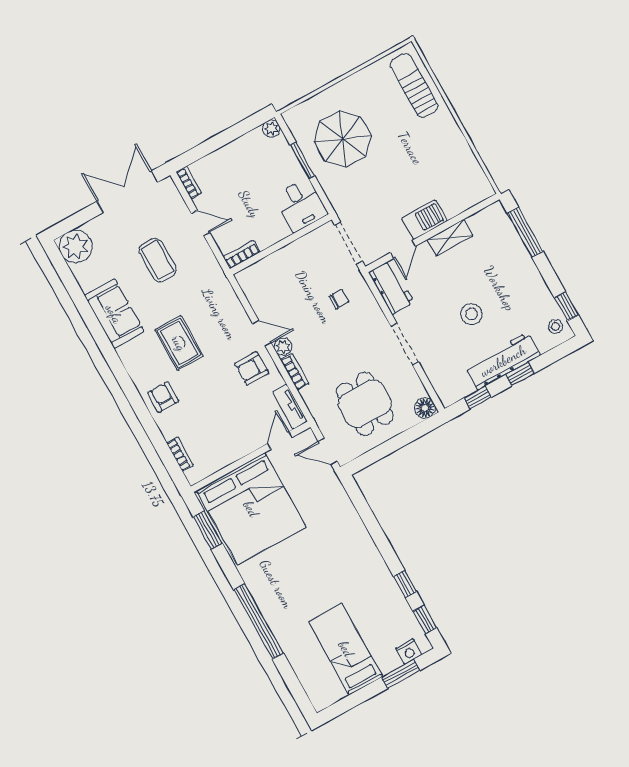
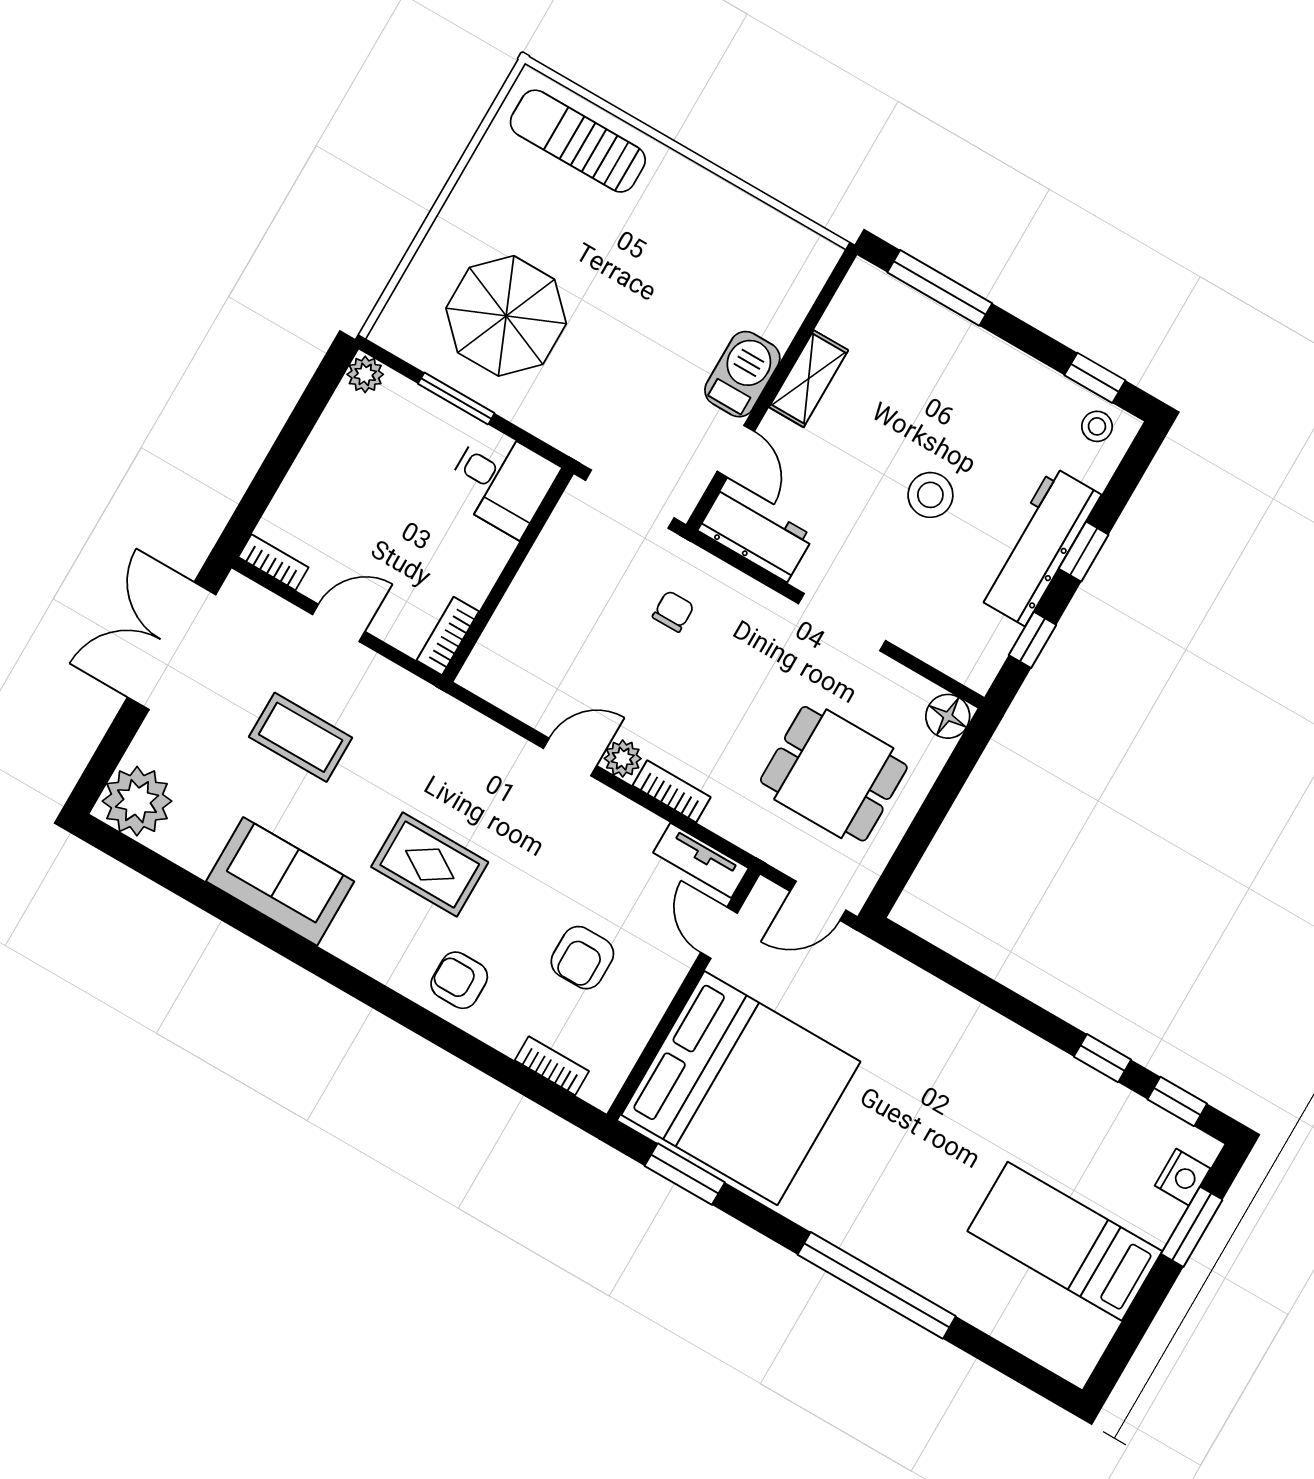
armchair: (252, 368) -> (582, 958), moved

